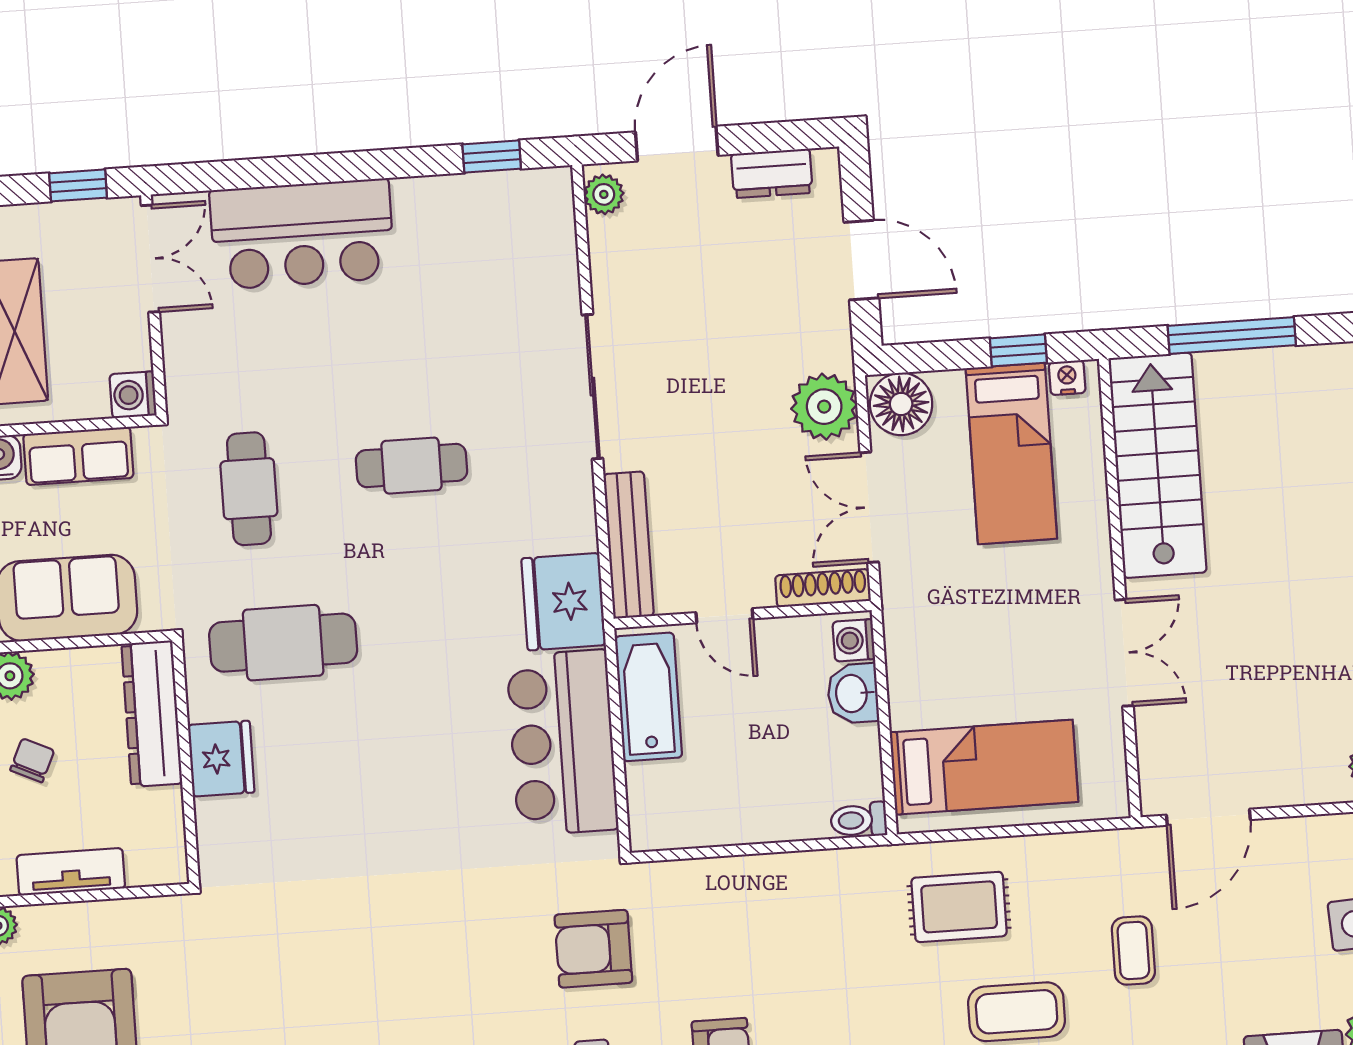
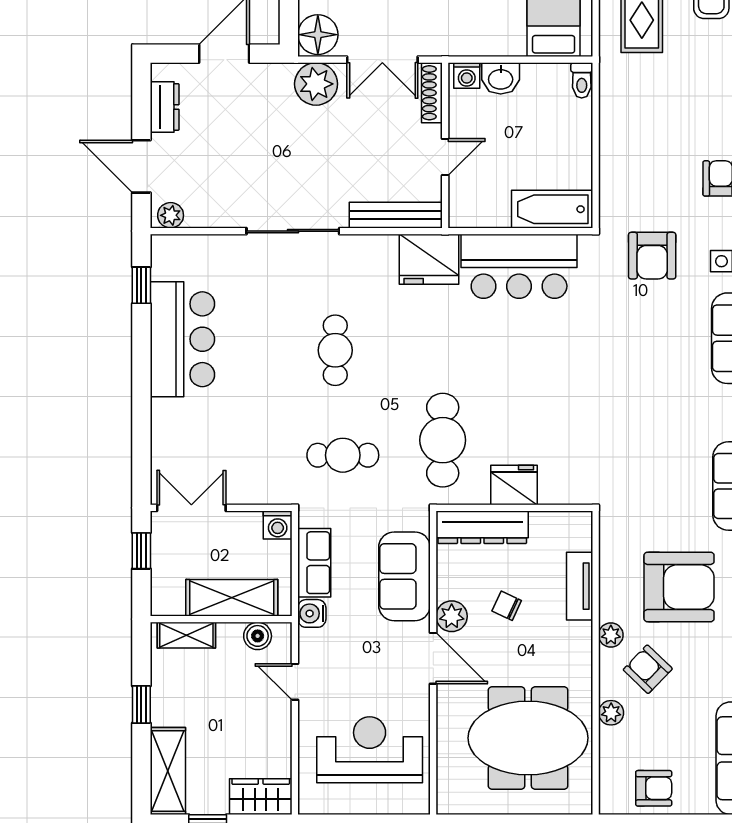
bar counter: (302, 234) -> (182, 339), moved
bathtub: (648, 697) -> (552, 209), moved

